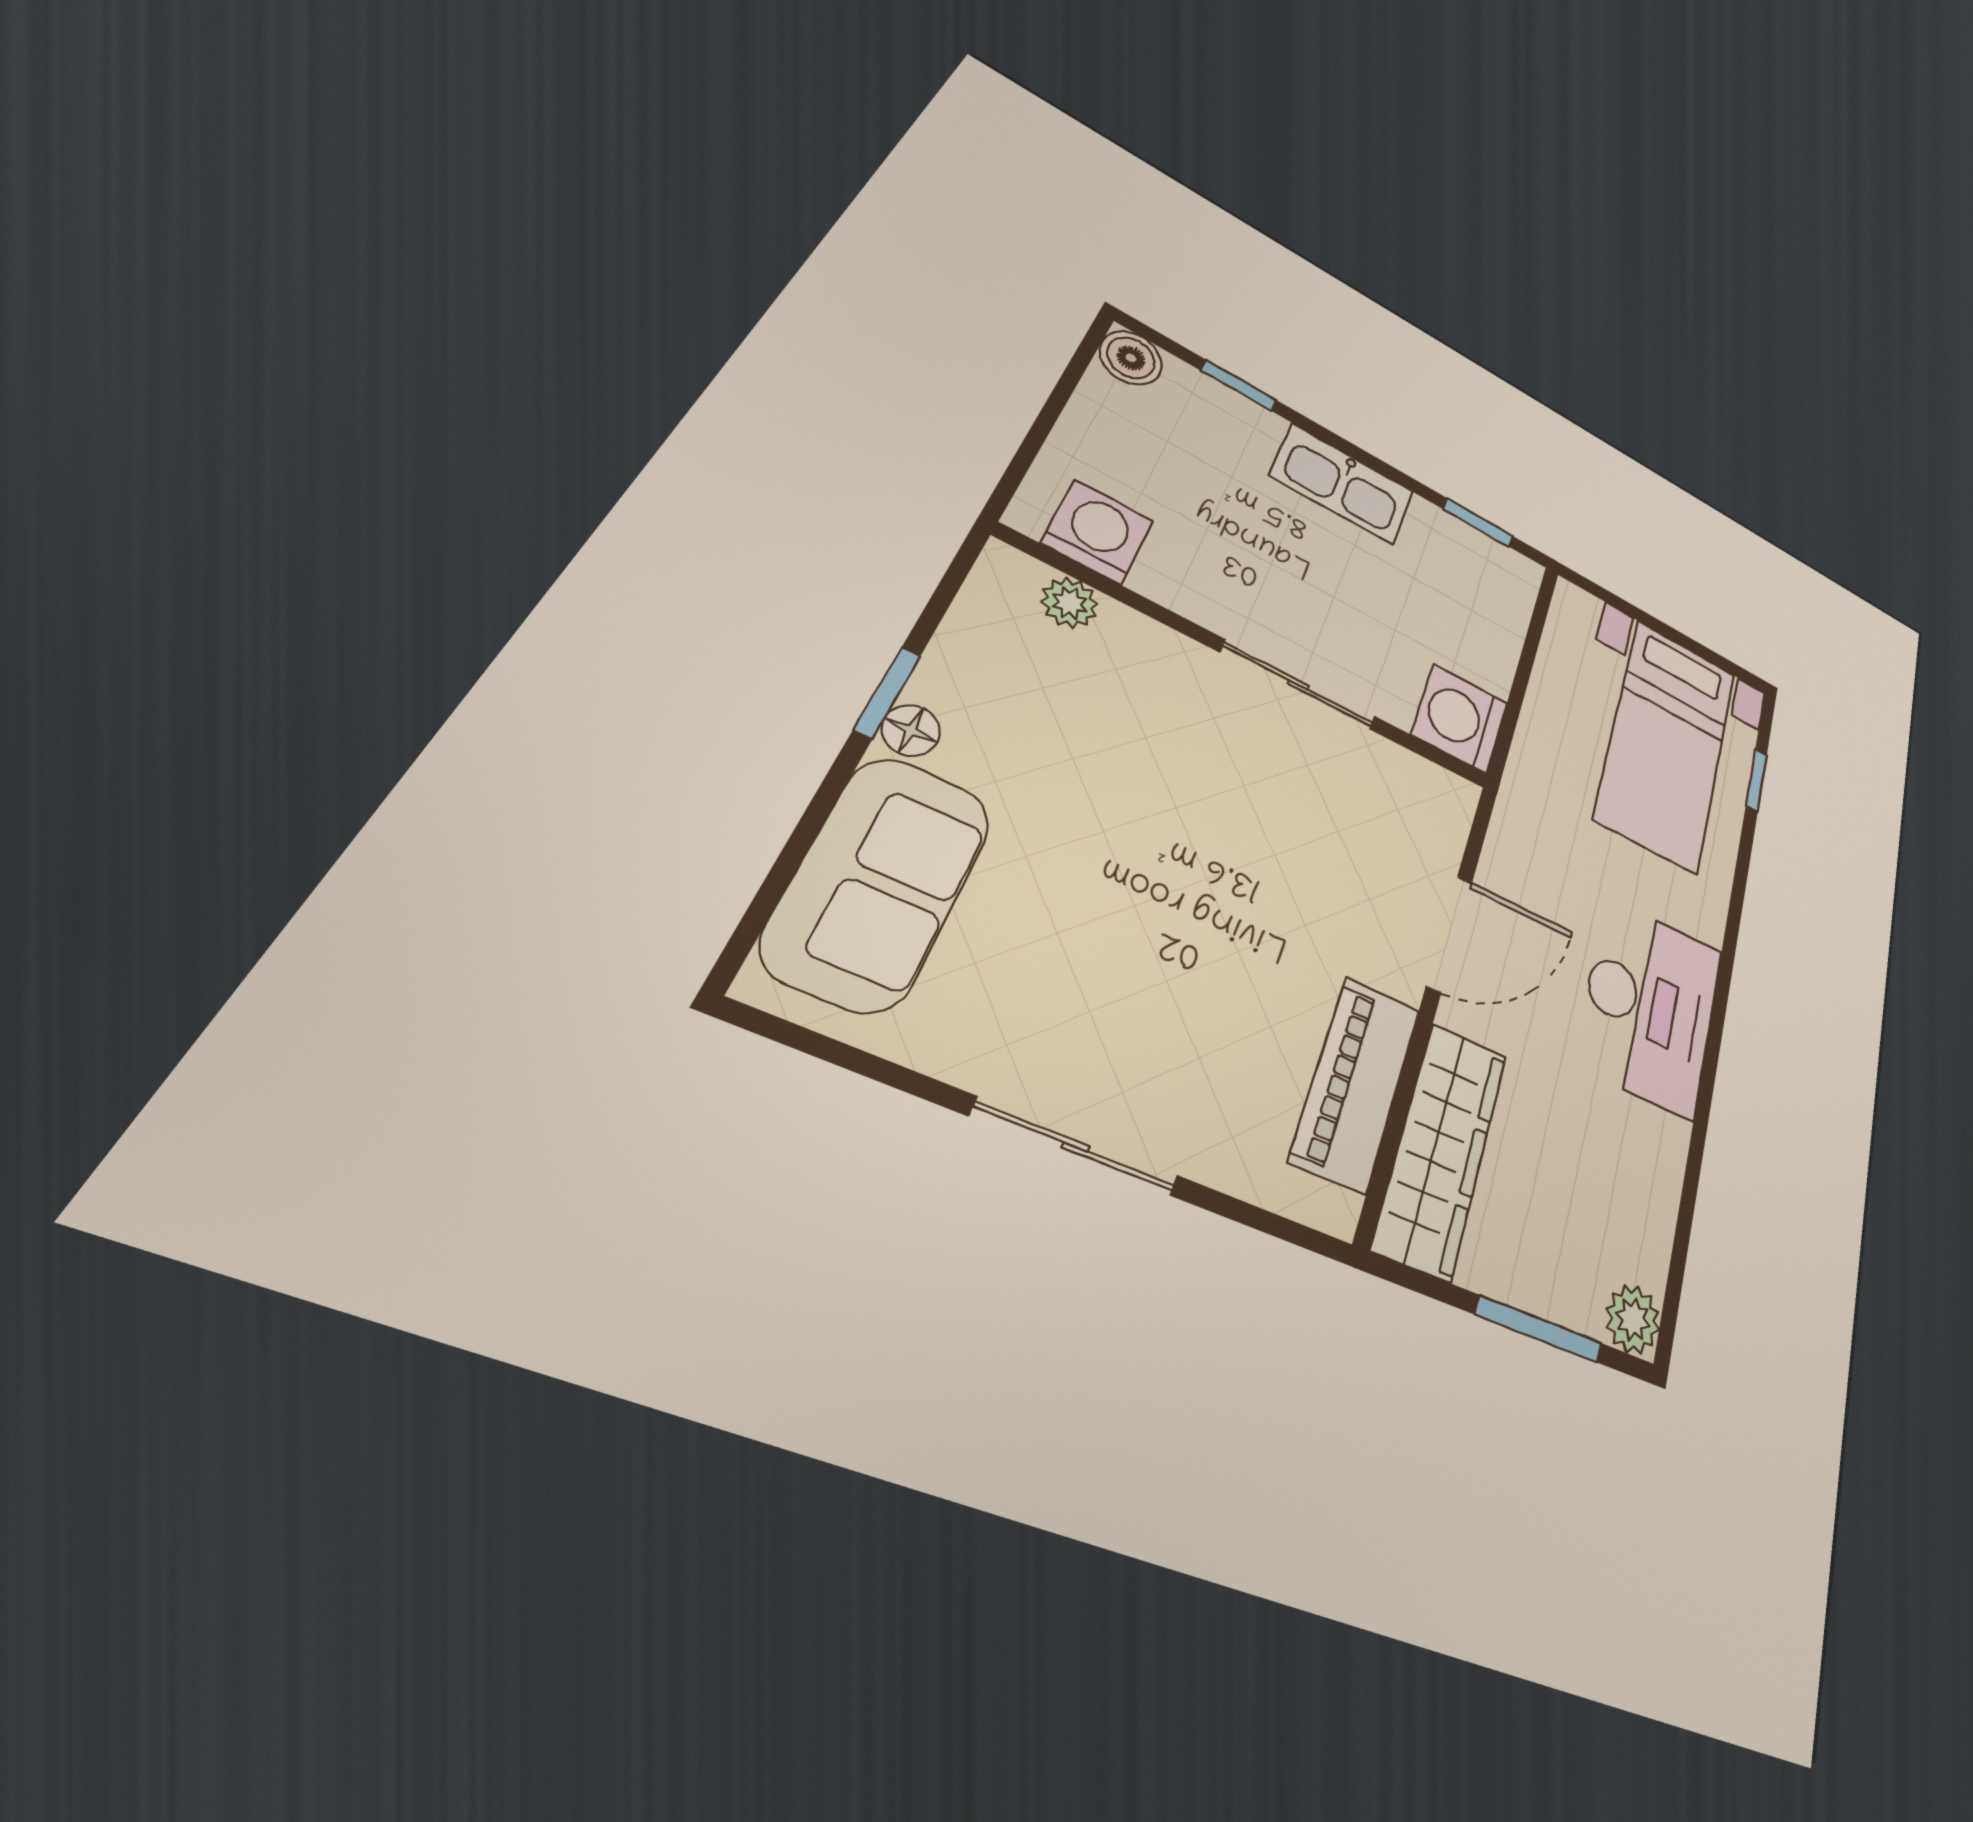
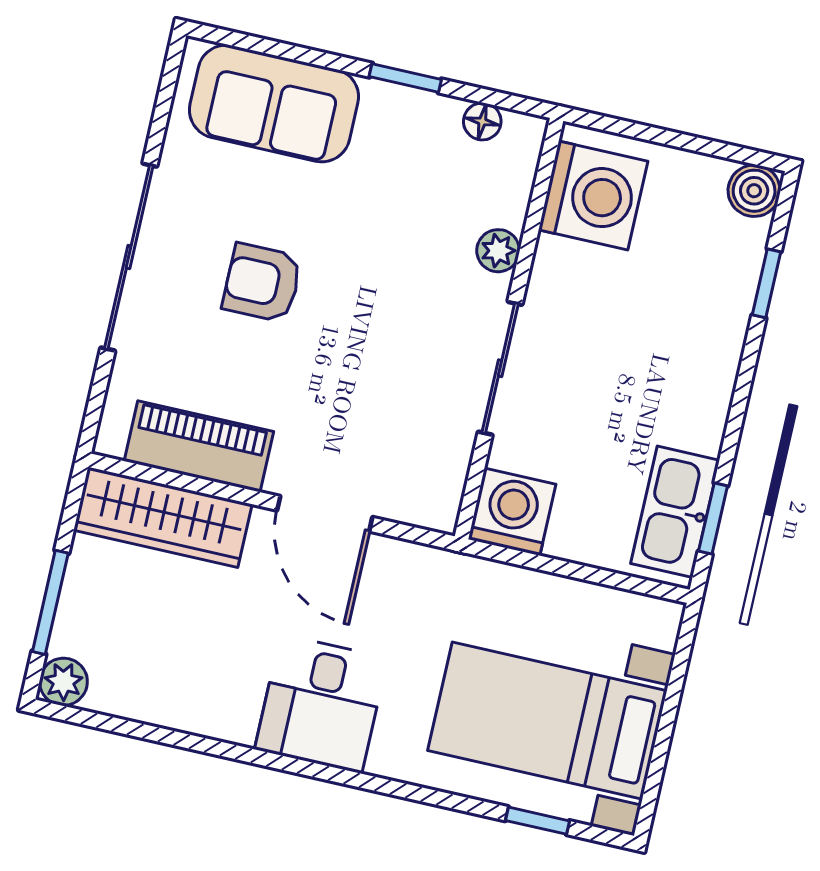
kitchen sink: (1342, 484) -> (675, 512), moved
washing machine: (1097, 532) -> (593, 196), width x1.37, depth x1.37
plant: (1070, 603) -> (498, 251), moved
floor lamp: (911, 730) -> (482, 121), moved
armchair: (1147, 954) -> (262, 283), added
desk: (1650, 1006) -> (321, 704), width x0.73
sliding door: (1075, 1147) -> (129, 257), width x1.37

